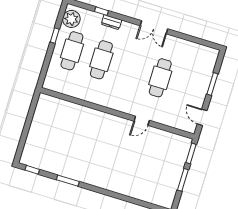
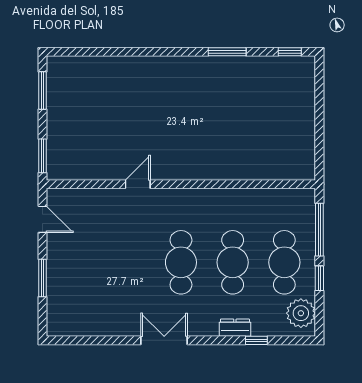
window: (46, 63) -> (319, 230), added
cafe table: (160, 78) -> (181, 262), moved
window: (183, 180) -> (43, 91), moved

